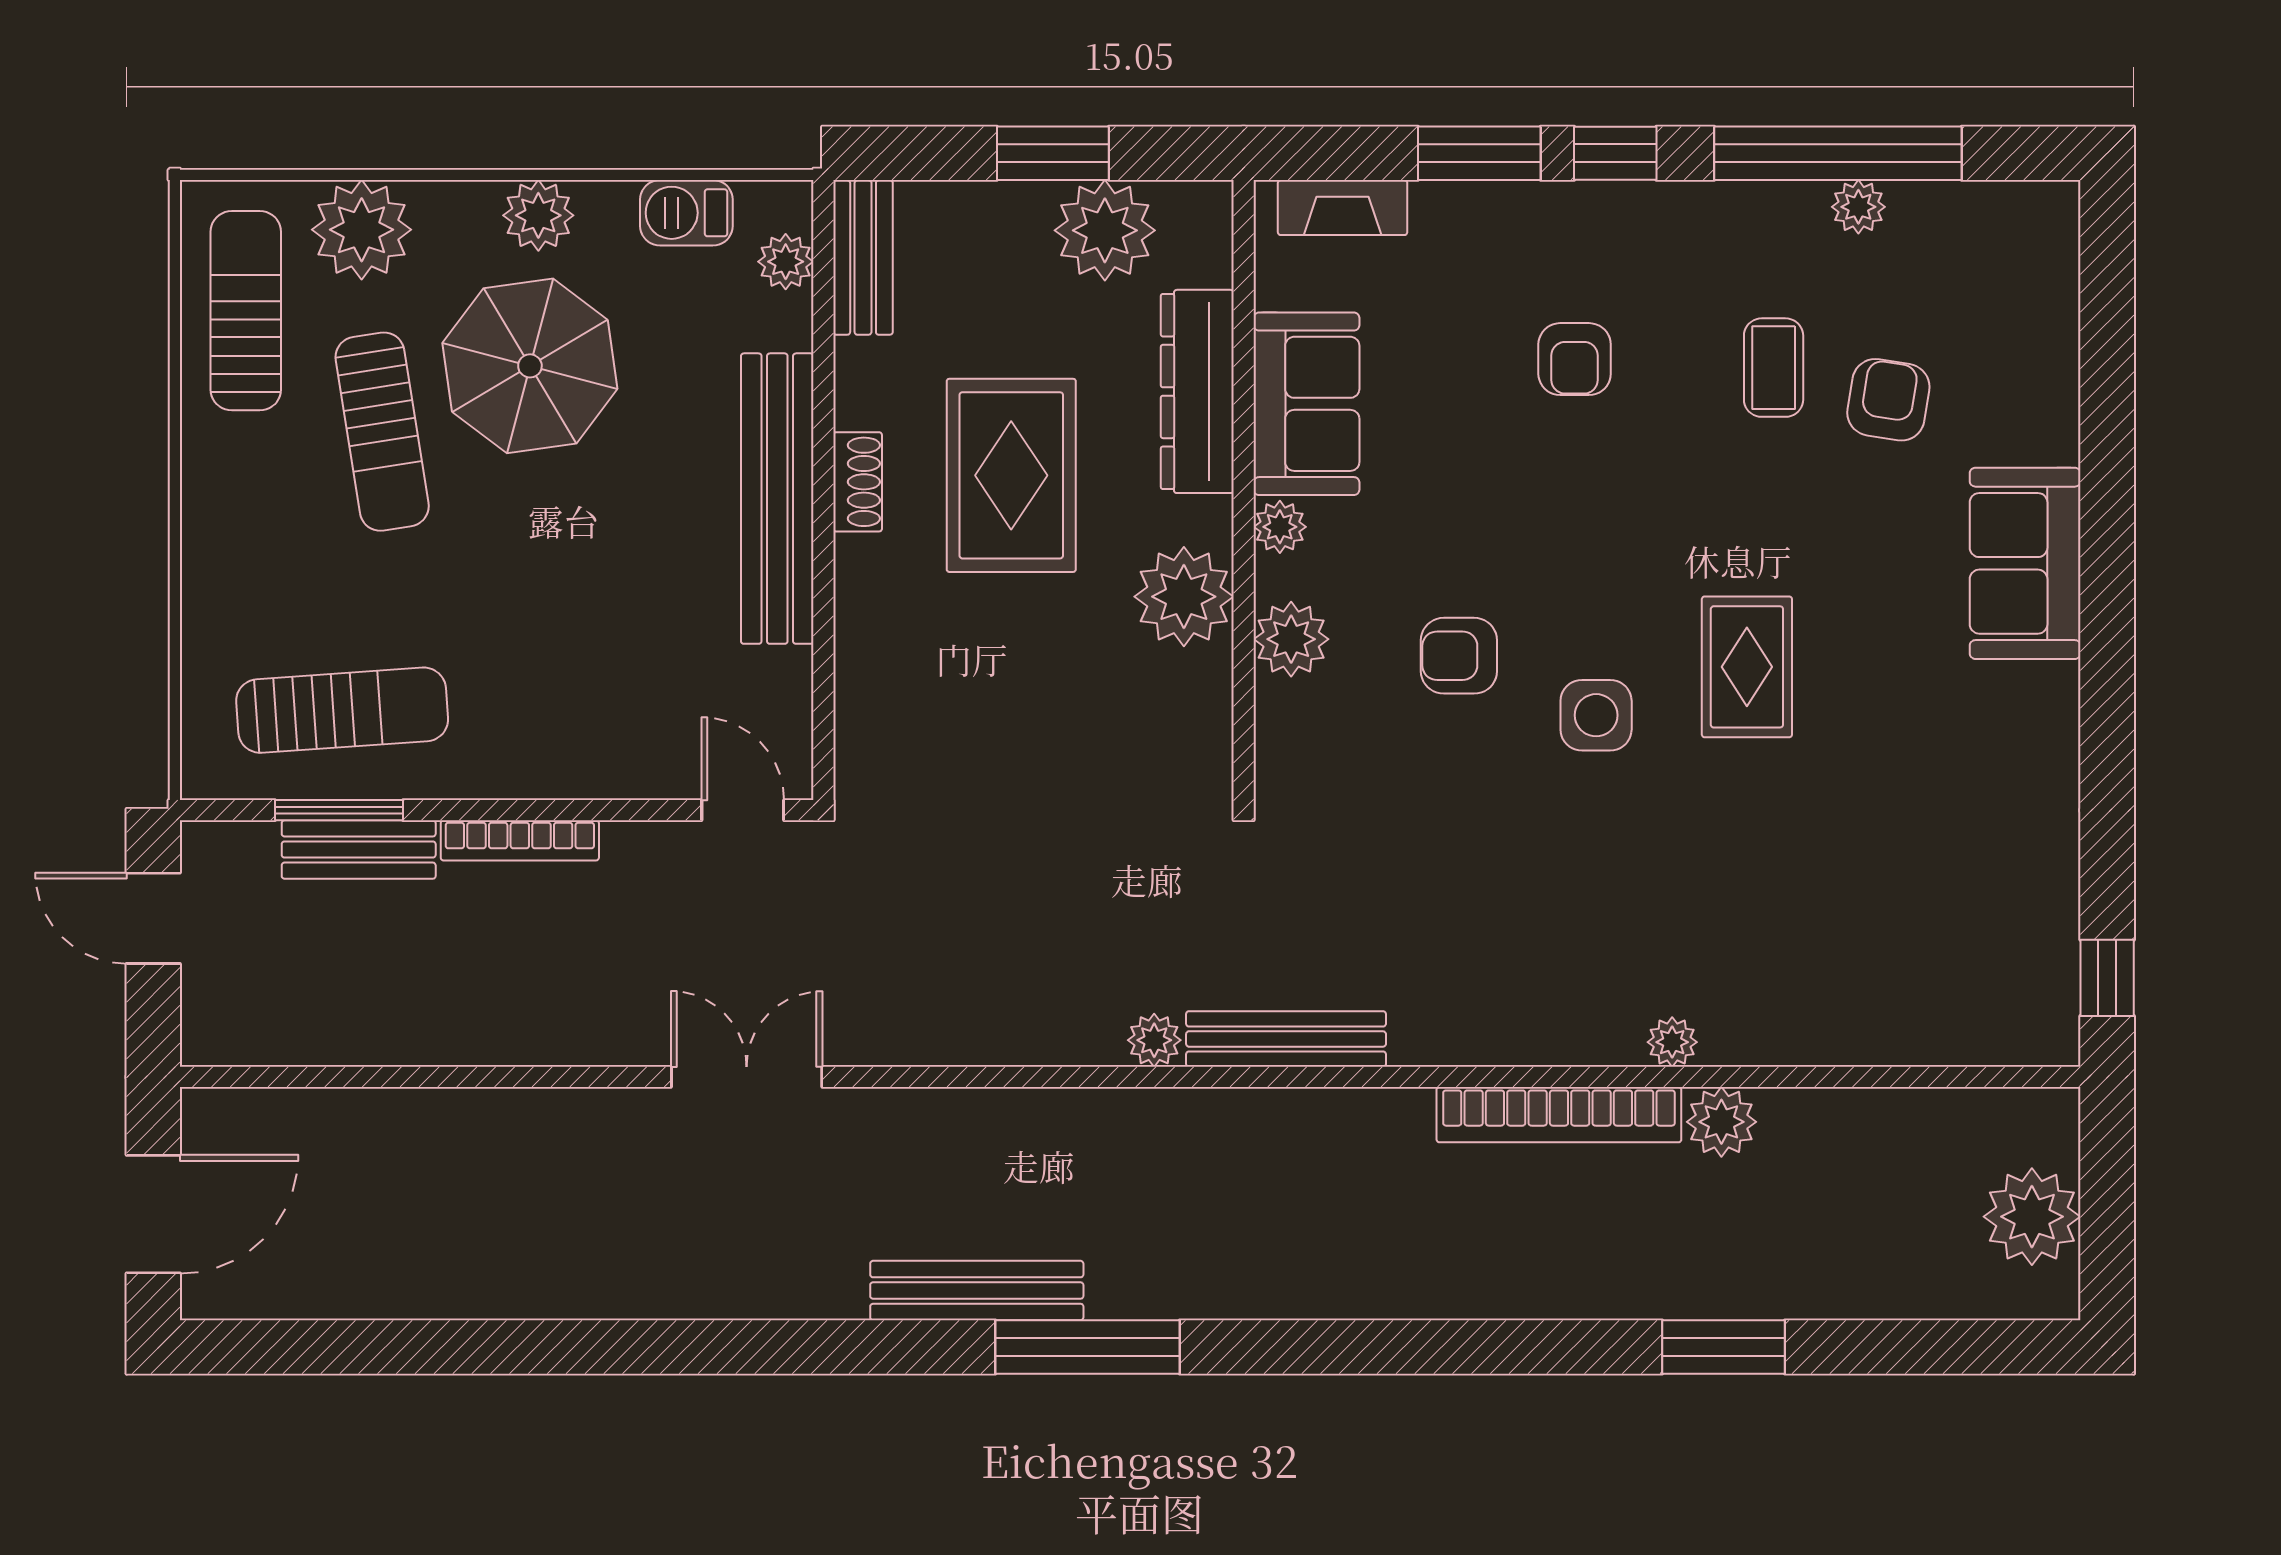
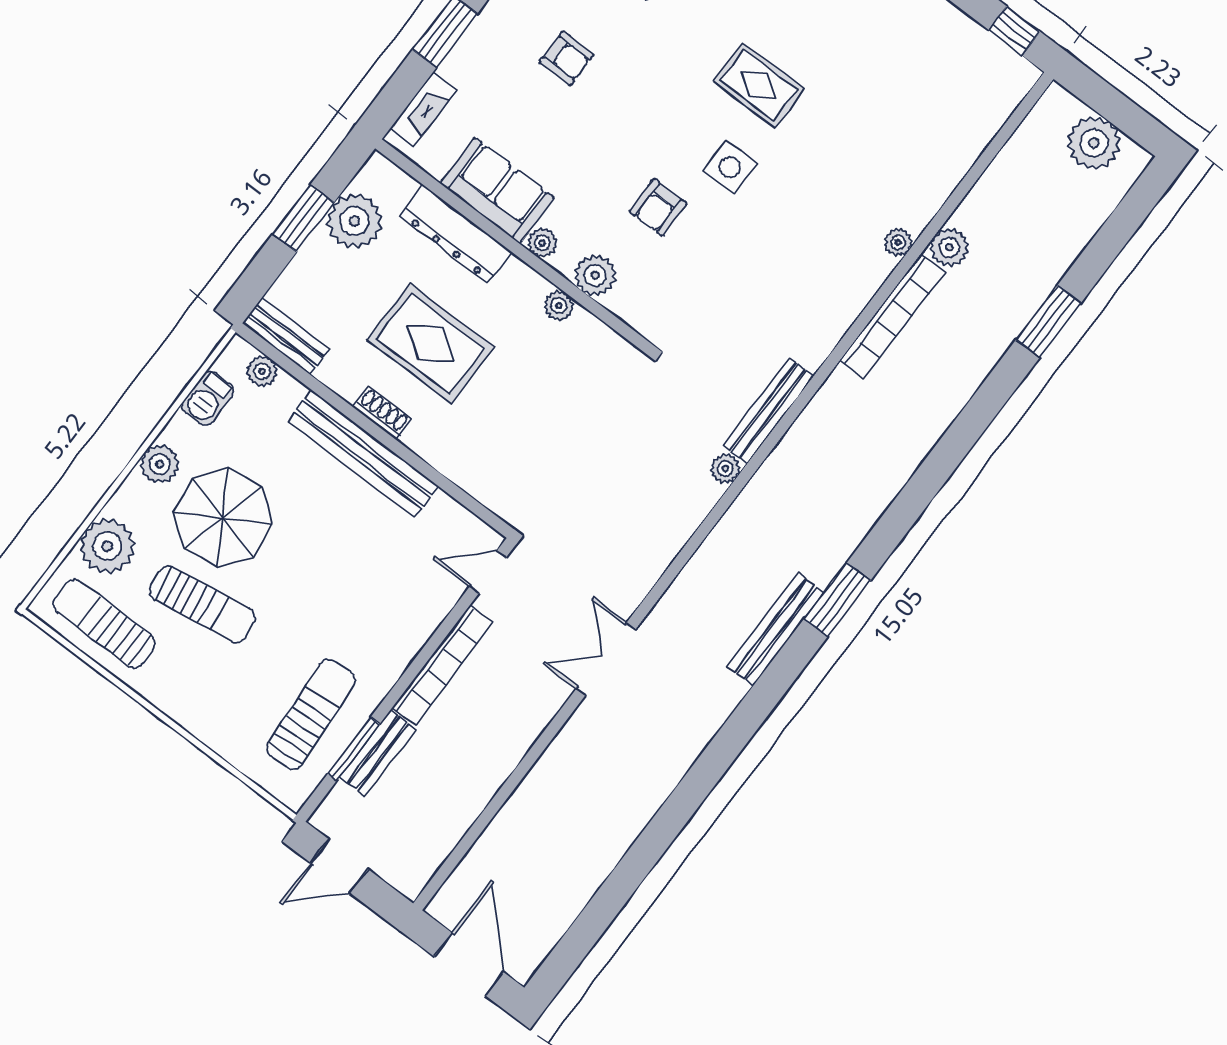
plant: (1184, 597) -> (559, 306), width x0.53, depth x0.53
bookcase: (520, 840) -> (442, 665), width x1.48, depth x1.31
window: (1087, 1347) -> (837, 600), width x0.69

